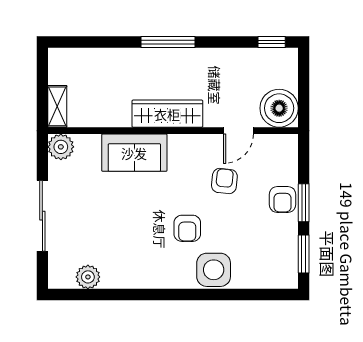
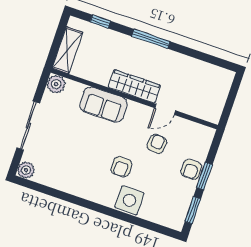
window: (272, 42) -> (100, 22), moved
shelving: (57, 106) -> (67, 50), width x1.50, depth x1.33
boiler: (279, 108) -> (210, 108), removed
door: (239, 131) -> (165, 109), moved
plant: (88, 277) -> (26, 170), moved

